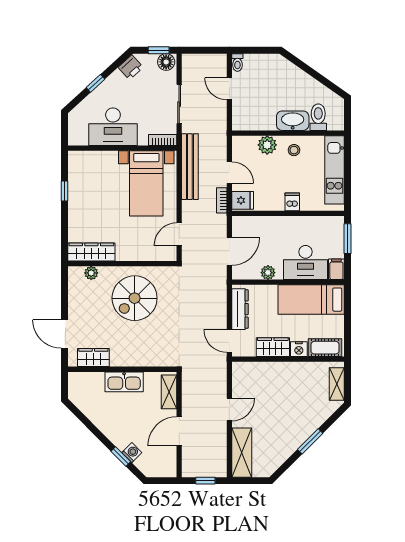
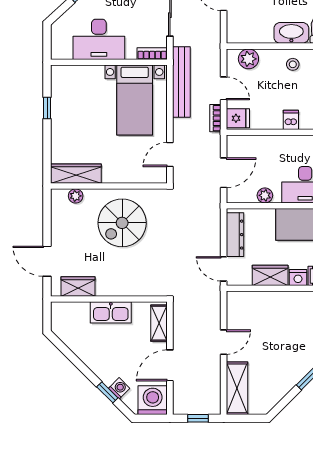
plant: (267, 145) -> (248, 59), moved
washing machine: (163, 464) -> (153, 400), added

